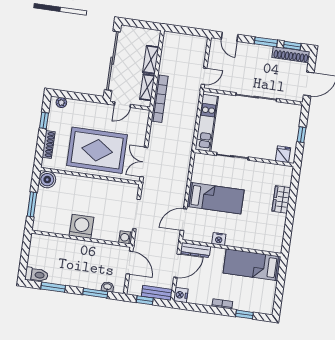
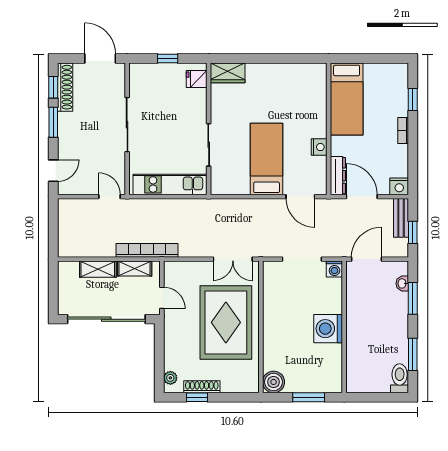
shoe rack: (49, 144) -> (202, 387), moved
wardrobe: (281, 199) -> (228, 73), moved

